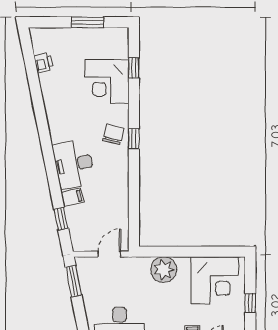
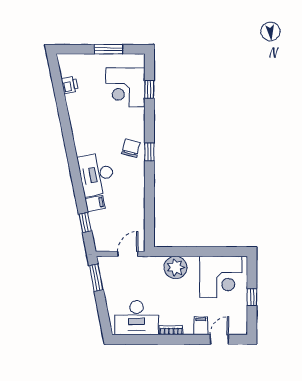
corner desk: (107, 82) -> (125, 87), moved

